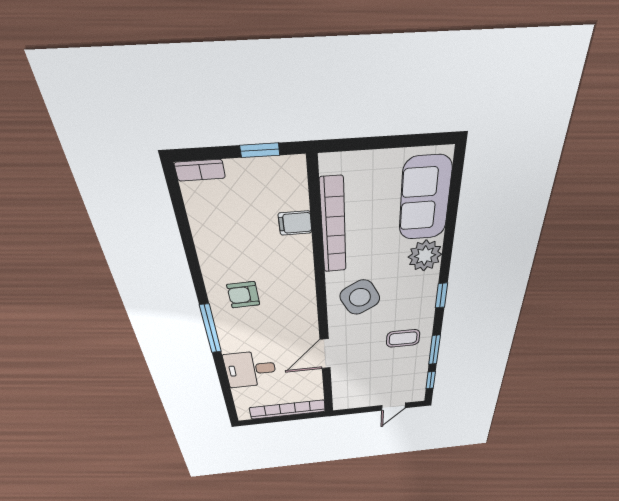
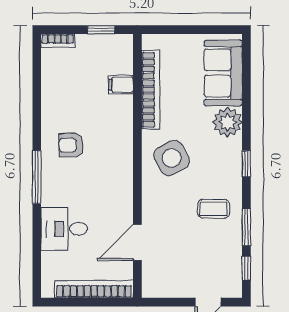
door: (325, 354) -> (137, 242), moved

